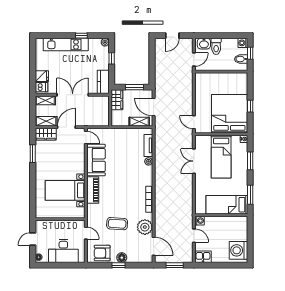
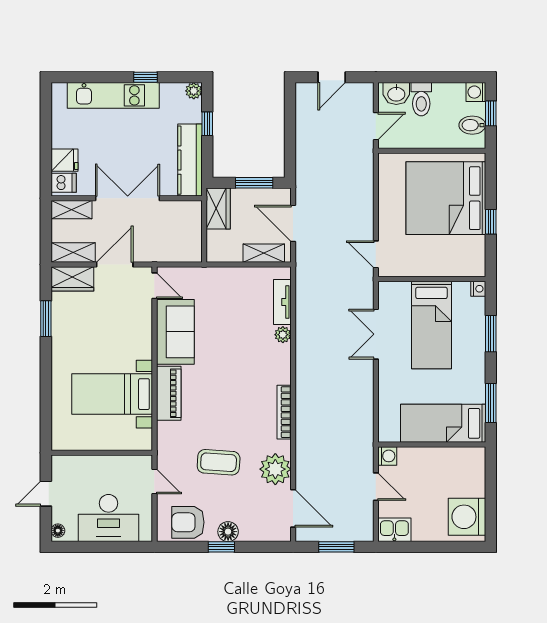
kitchen counter: (103, 82) -> (190, 160), width x1.50
bed: (229, 114) -> (446, 198), moved, turned -90

